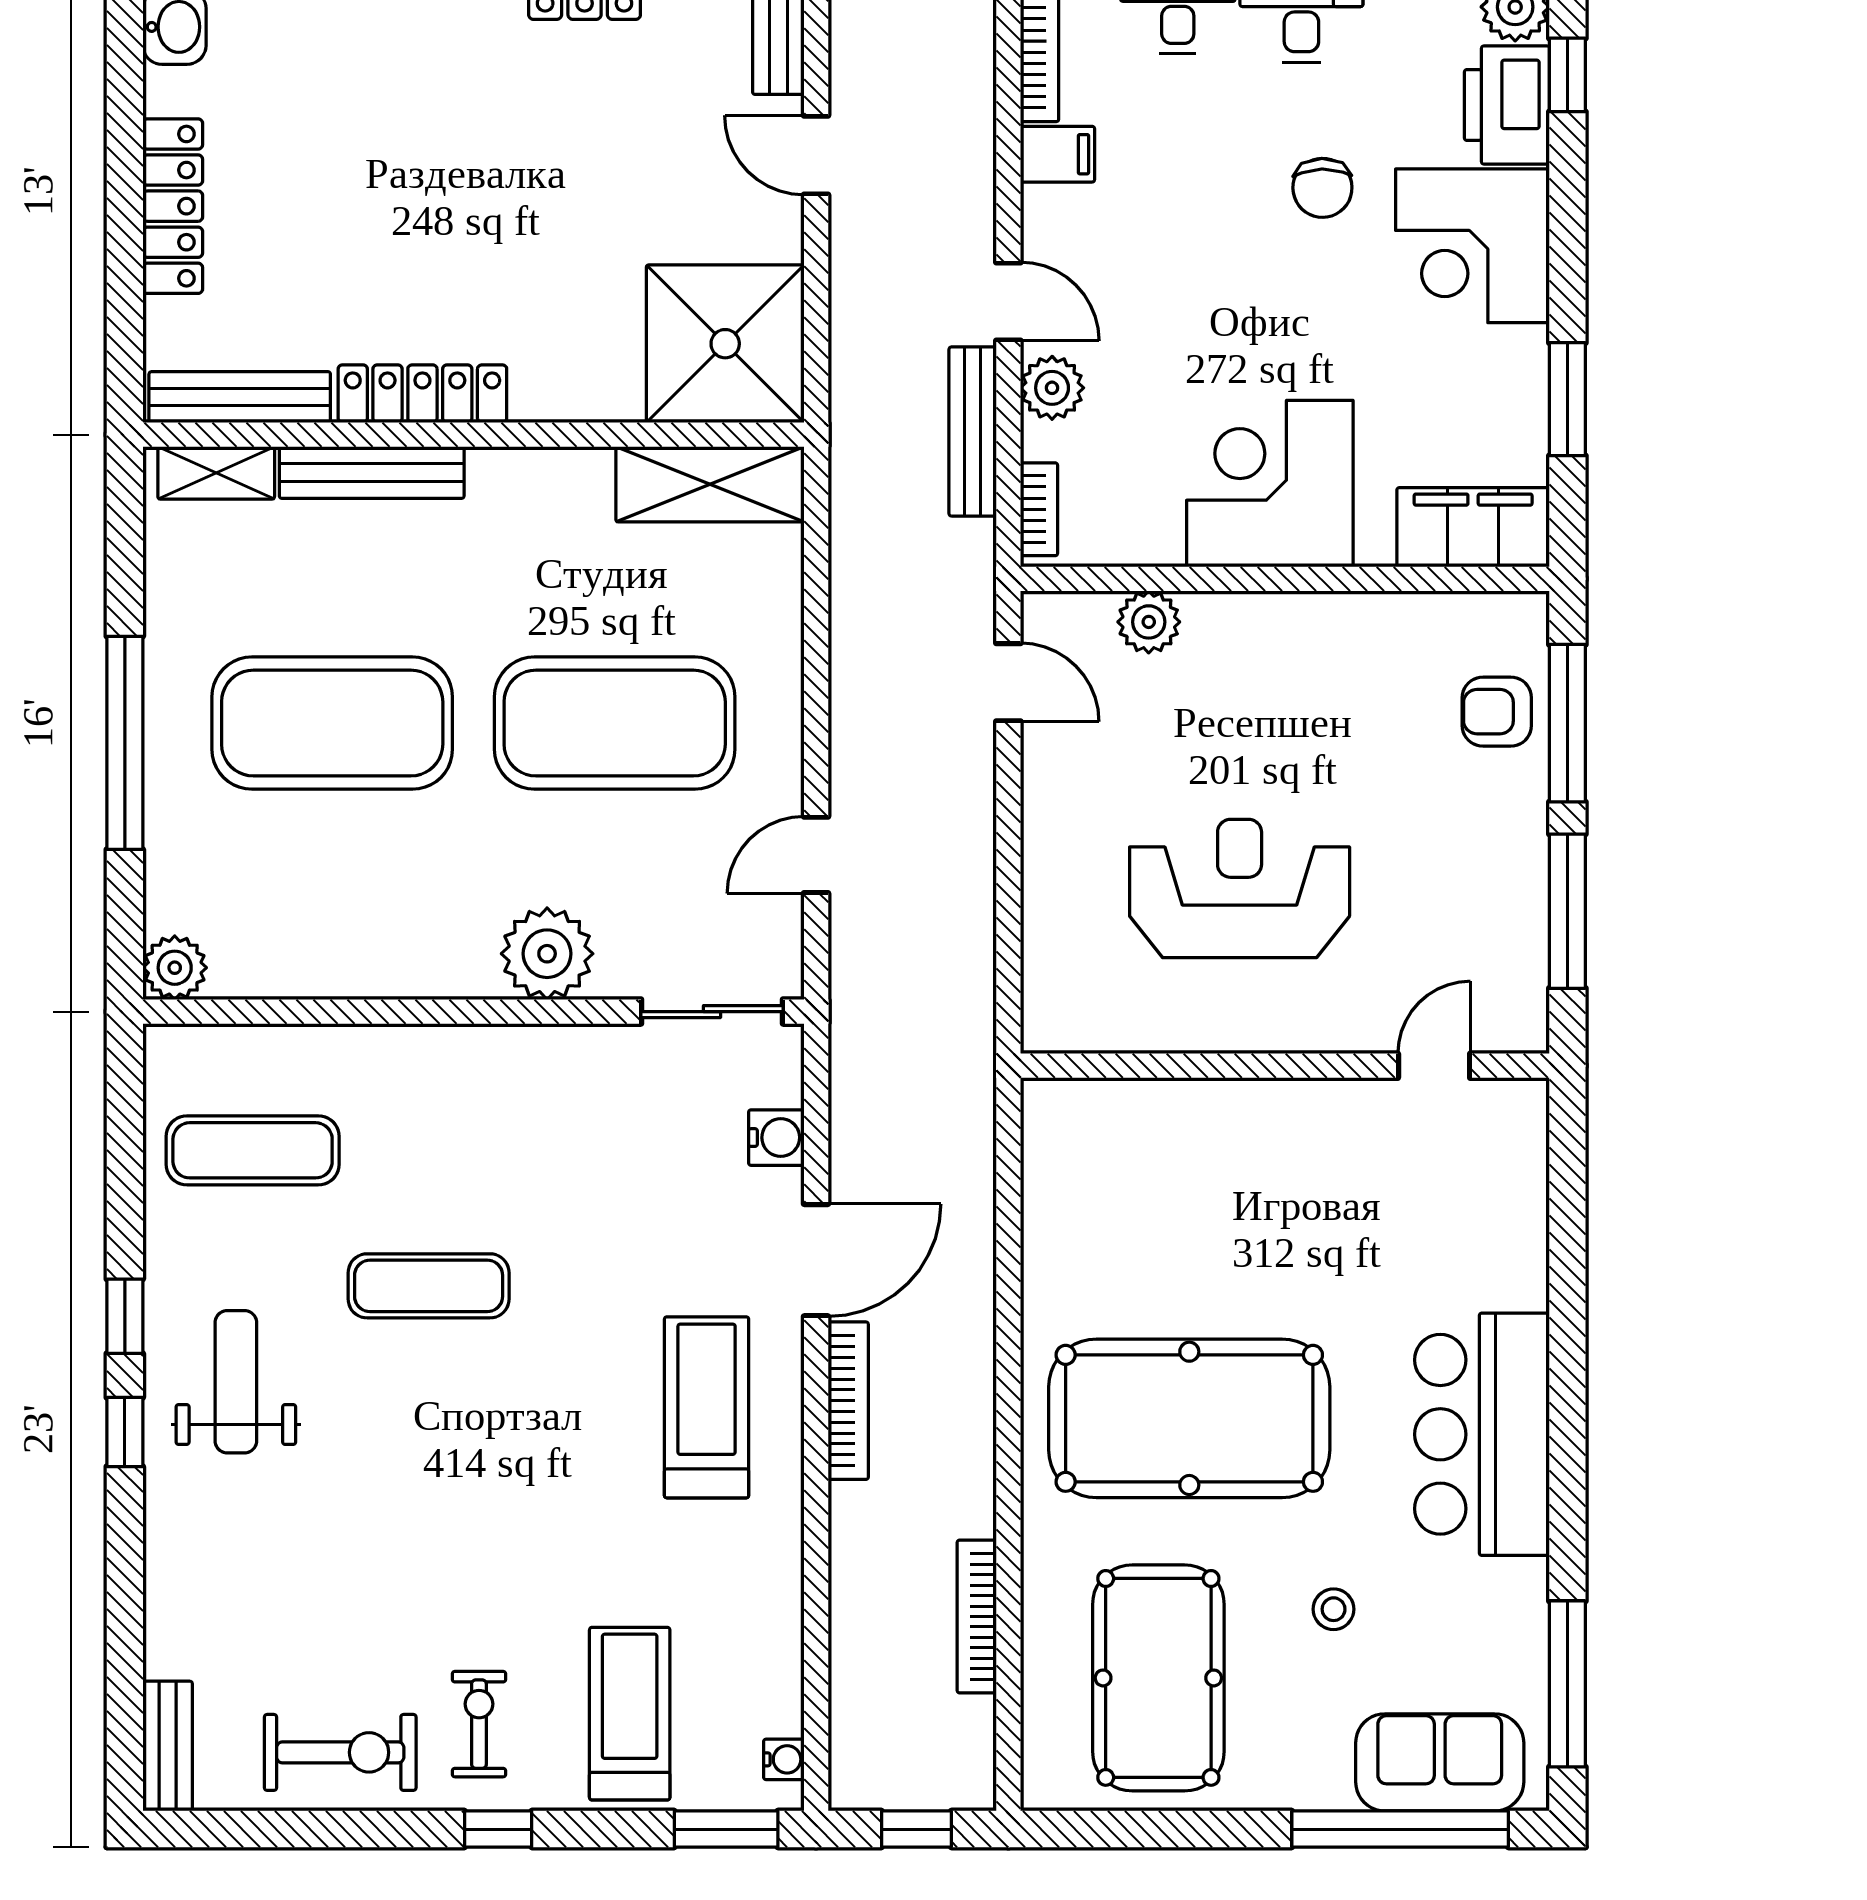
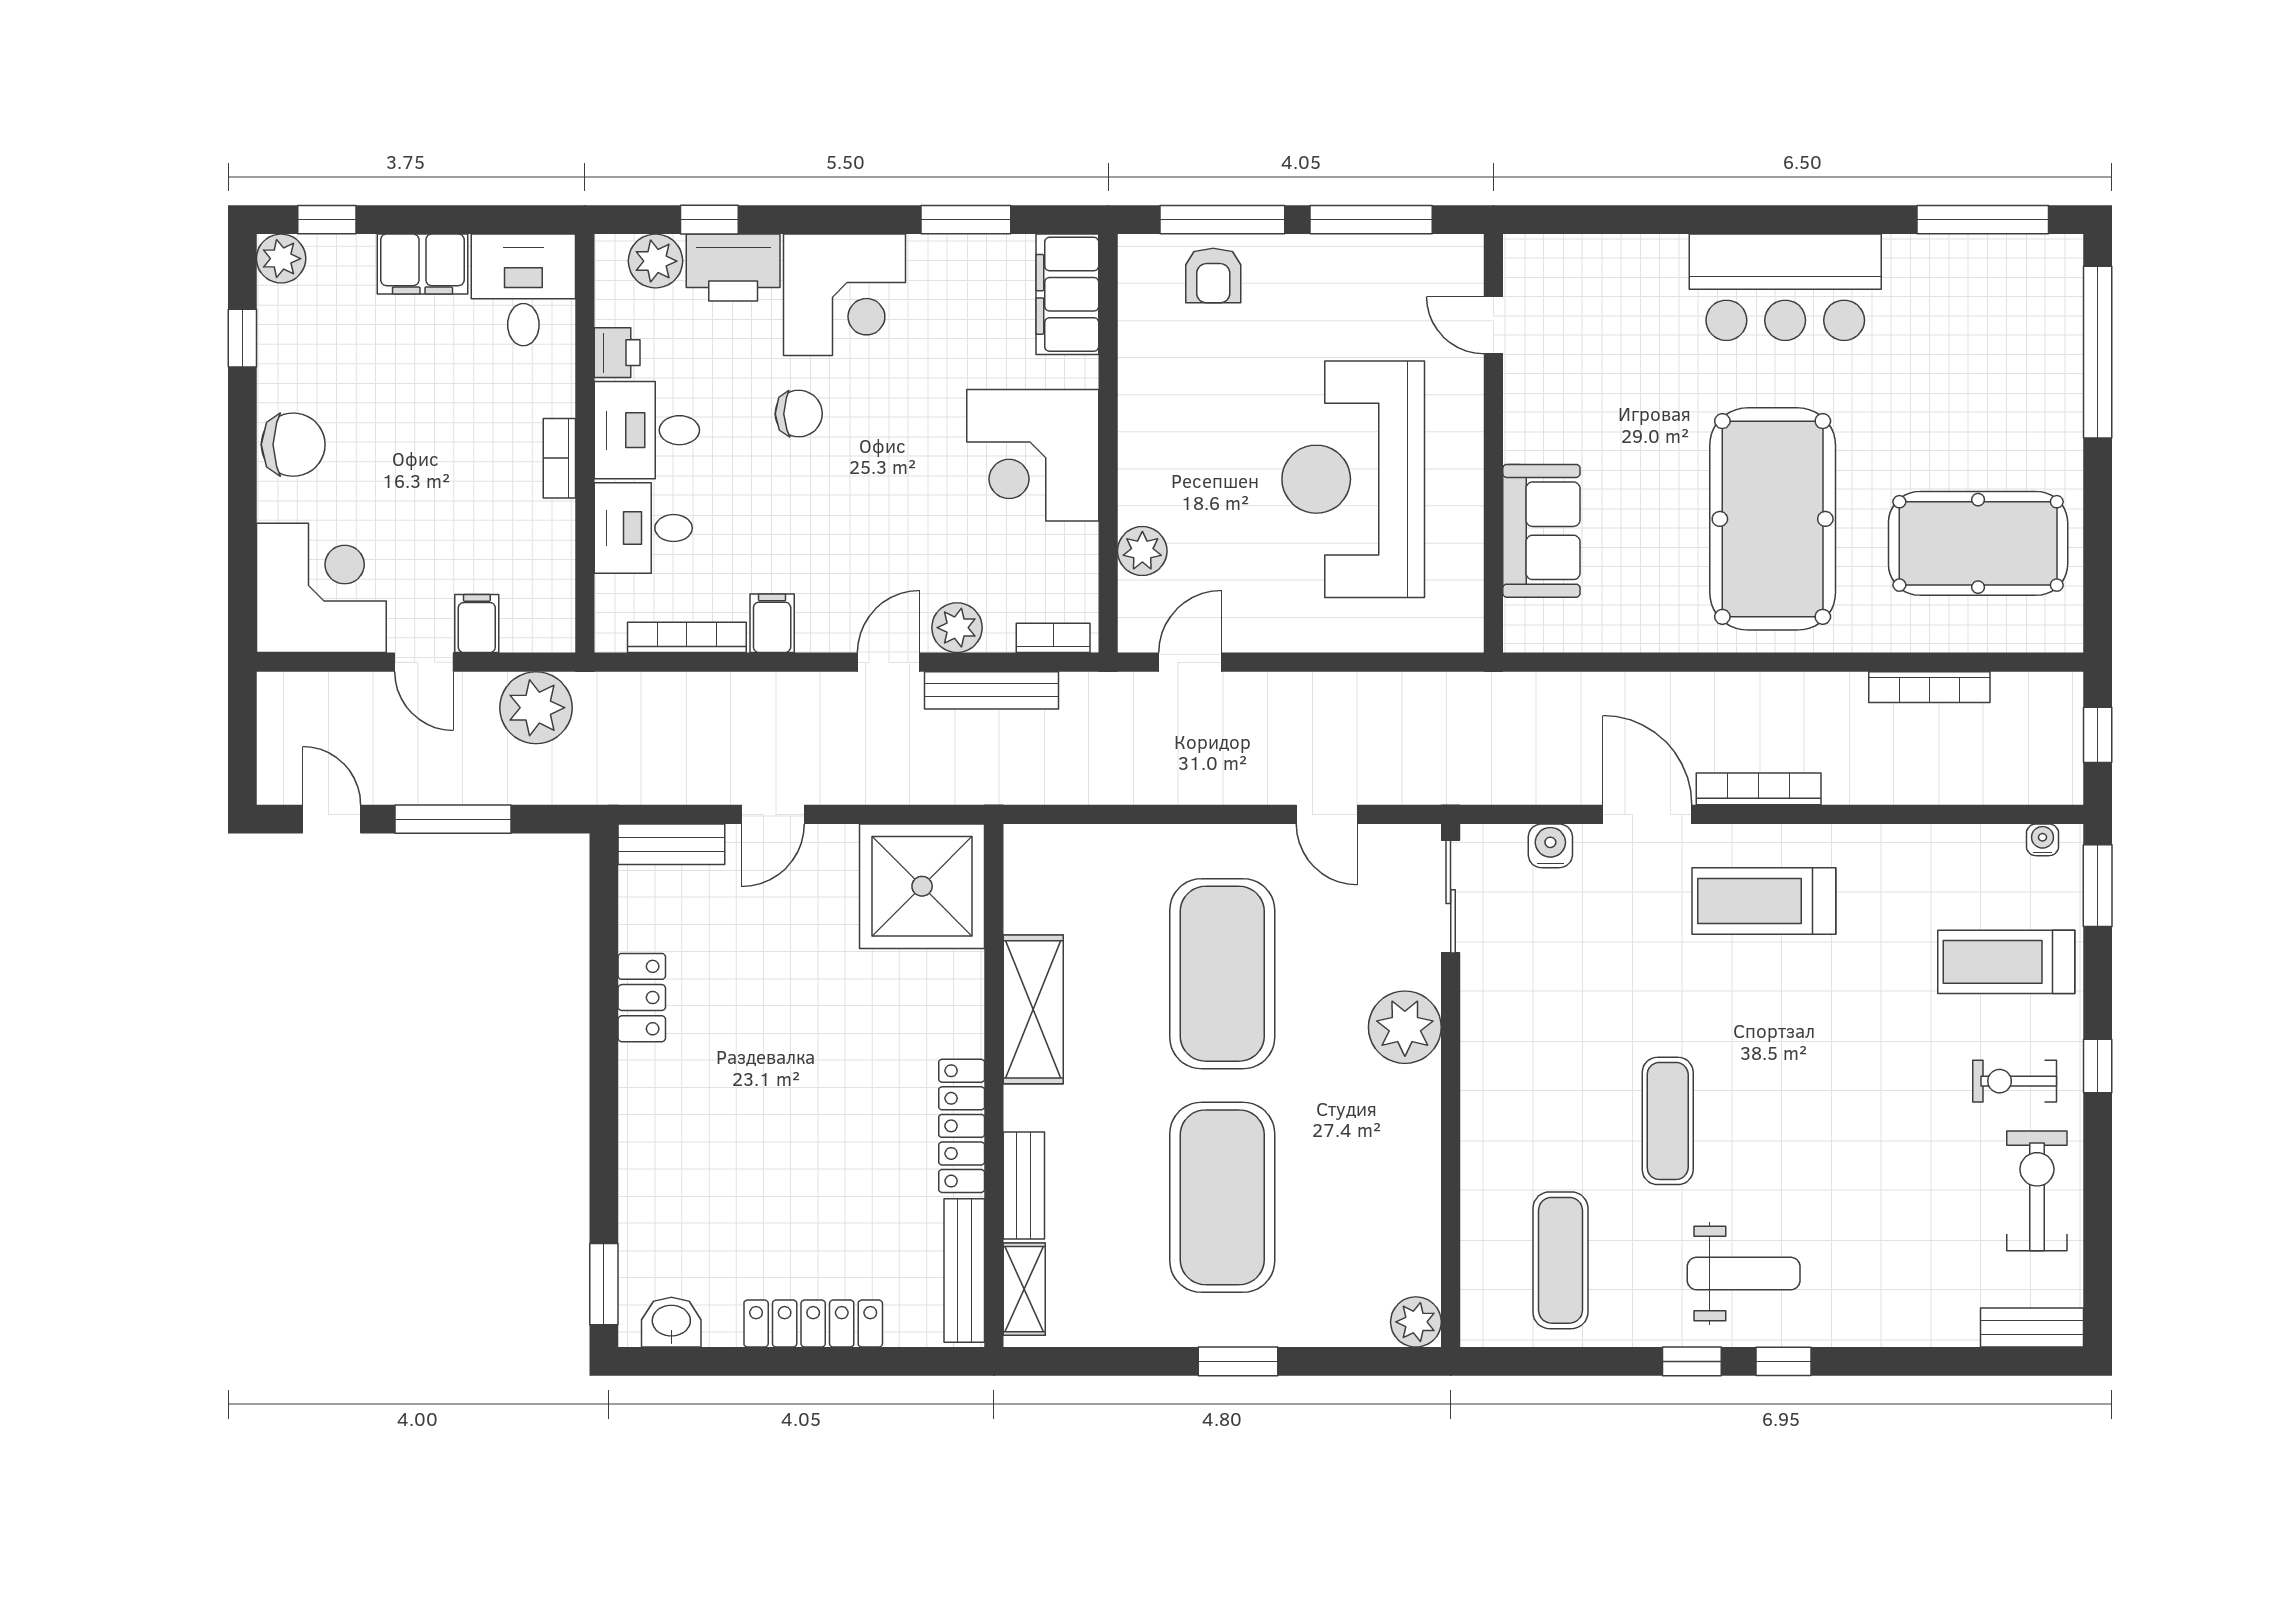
bench: (372, 472) -> (1024, 1186), width x0.73
shelving: (710, 484) -> (1033, 1009), moved
window: (125, 743) -> (1238, 1361), width x0.47
reception desk: (1240, 888) -> (1353, 479), width x1.36, depth x1.30
weight bench: (236, 1382) -> (1744, 1274), turned 180
stool: (1334, 1609) -> (1924, 405), removed
sofa: (1440, 1762) -> (1541, 531), moved, turned 180

